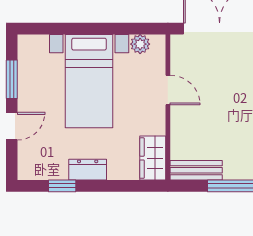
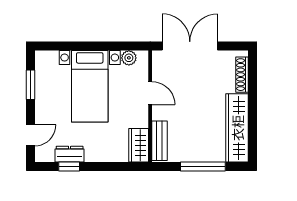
door: (12, 126) -> (30, 135), moved
dresser: (88, 170) -> (70, 154), moved
bench: (196, 170) -> (160, 141), moved, turned 90

